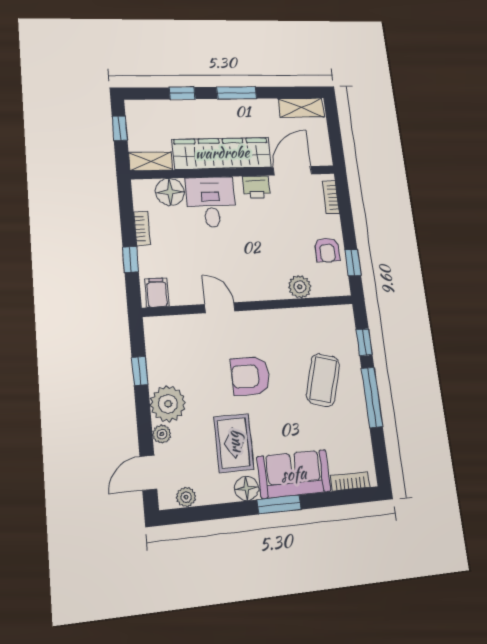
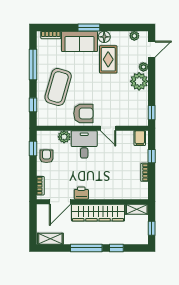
window: (237, 93) -> (86, 248), width x1.44
floor lamp: (170, 192) -> (128, 192), removed
desk: (211, 202) -> (84, 144), moved, turned 180
window: (140, 371) -> (152, 113), moved
armchair: (250, 376) -> (83, 113), moved
coffee table: (323, 380) -> (58, 87), width x1.36, depth x1.32
window: (372, 397) -> (33, 64), moved

